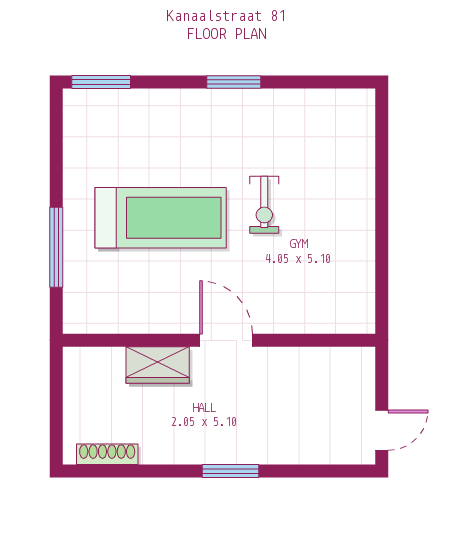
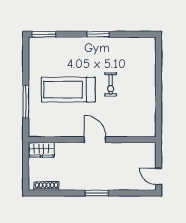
treadmill: (161, 218) -> (68, 90), turned 180
wardrobe: (158, 365) -> (41, 150), moved
door: (382, 430) -> (158, 176), swing flipped

